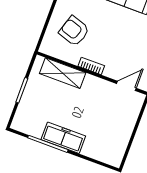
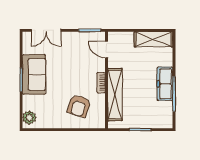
shelving: (63, 73) -> (115, 95), width x1.47
shelving: (118, 144) -> (154, 39), added

